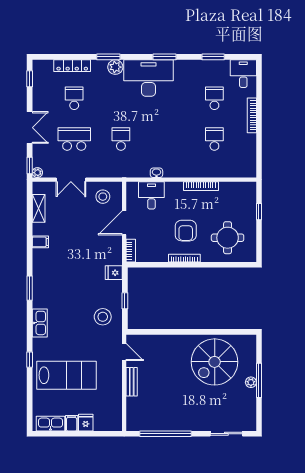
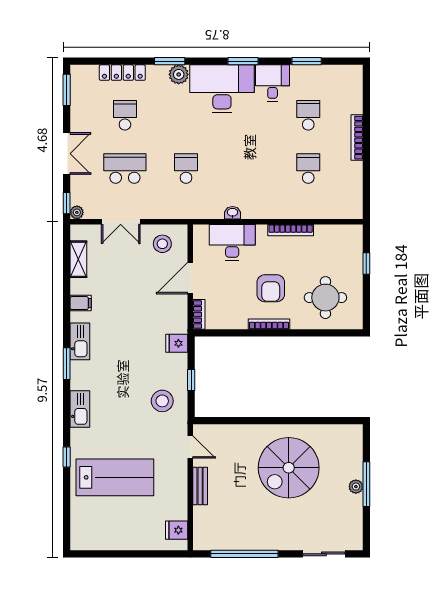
desk: (243, 74) -> (273, 83), moved
window: (30, 79) -> (67, 90), width x1.50
desk: (151, 195) -> (232, 242), width x1.37
spiral stairs: (215, 362) -> (289, 468), moved
filing cabinet: (72, 423) -> (122, 540), removed
fridge: (86, 423) -> (177, 530), moved, turned -90
kitchen sink: (50, 424) -> (80, 341), moved, turned 90

